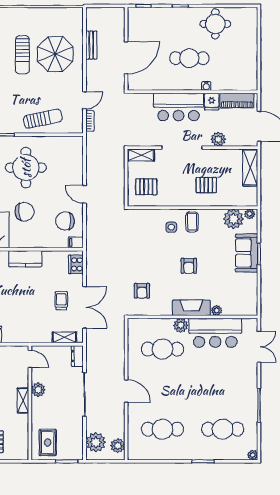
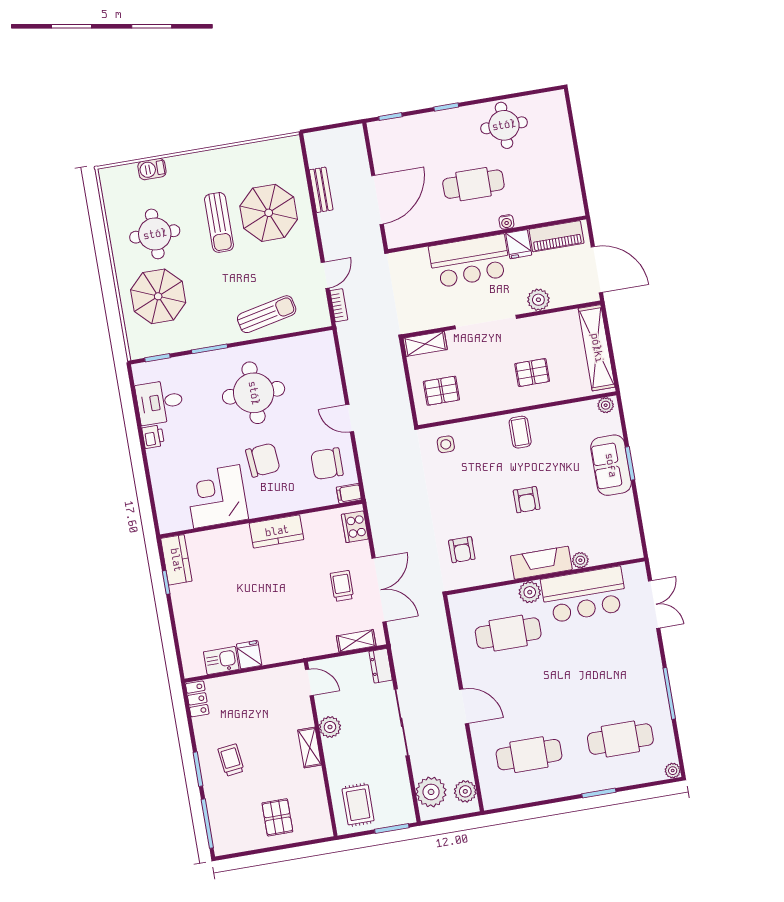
shelving: (250, 168) -> (597, 348), width x1.47
plant: (233, 219) -> (582, 417), removed
side table: (171, 227) -> (446, 444), moved

